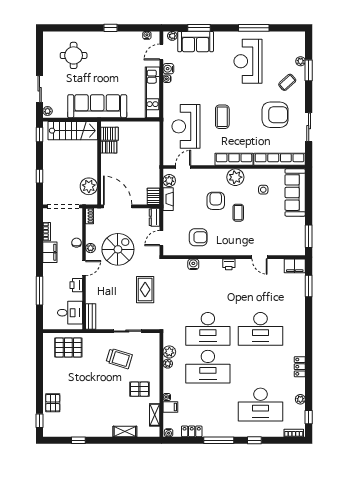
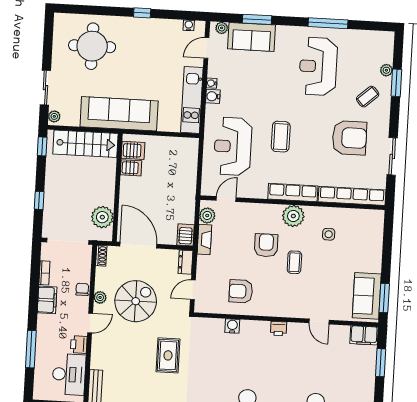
round table: (74, 55) -> (92, 46), width x1.36, depth x1.36
water cooler: (168, 69) -> (213, 96), moved
sofa: (295, 193) -> (367, 296), moved, width x0.73
armchair: (198, 237) -> (241, 291), turned 180
desk: (70, 313) -> (69, 374), width x1.37

